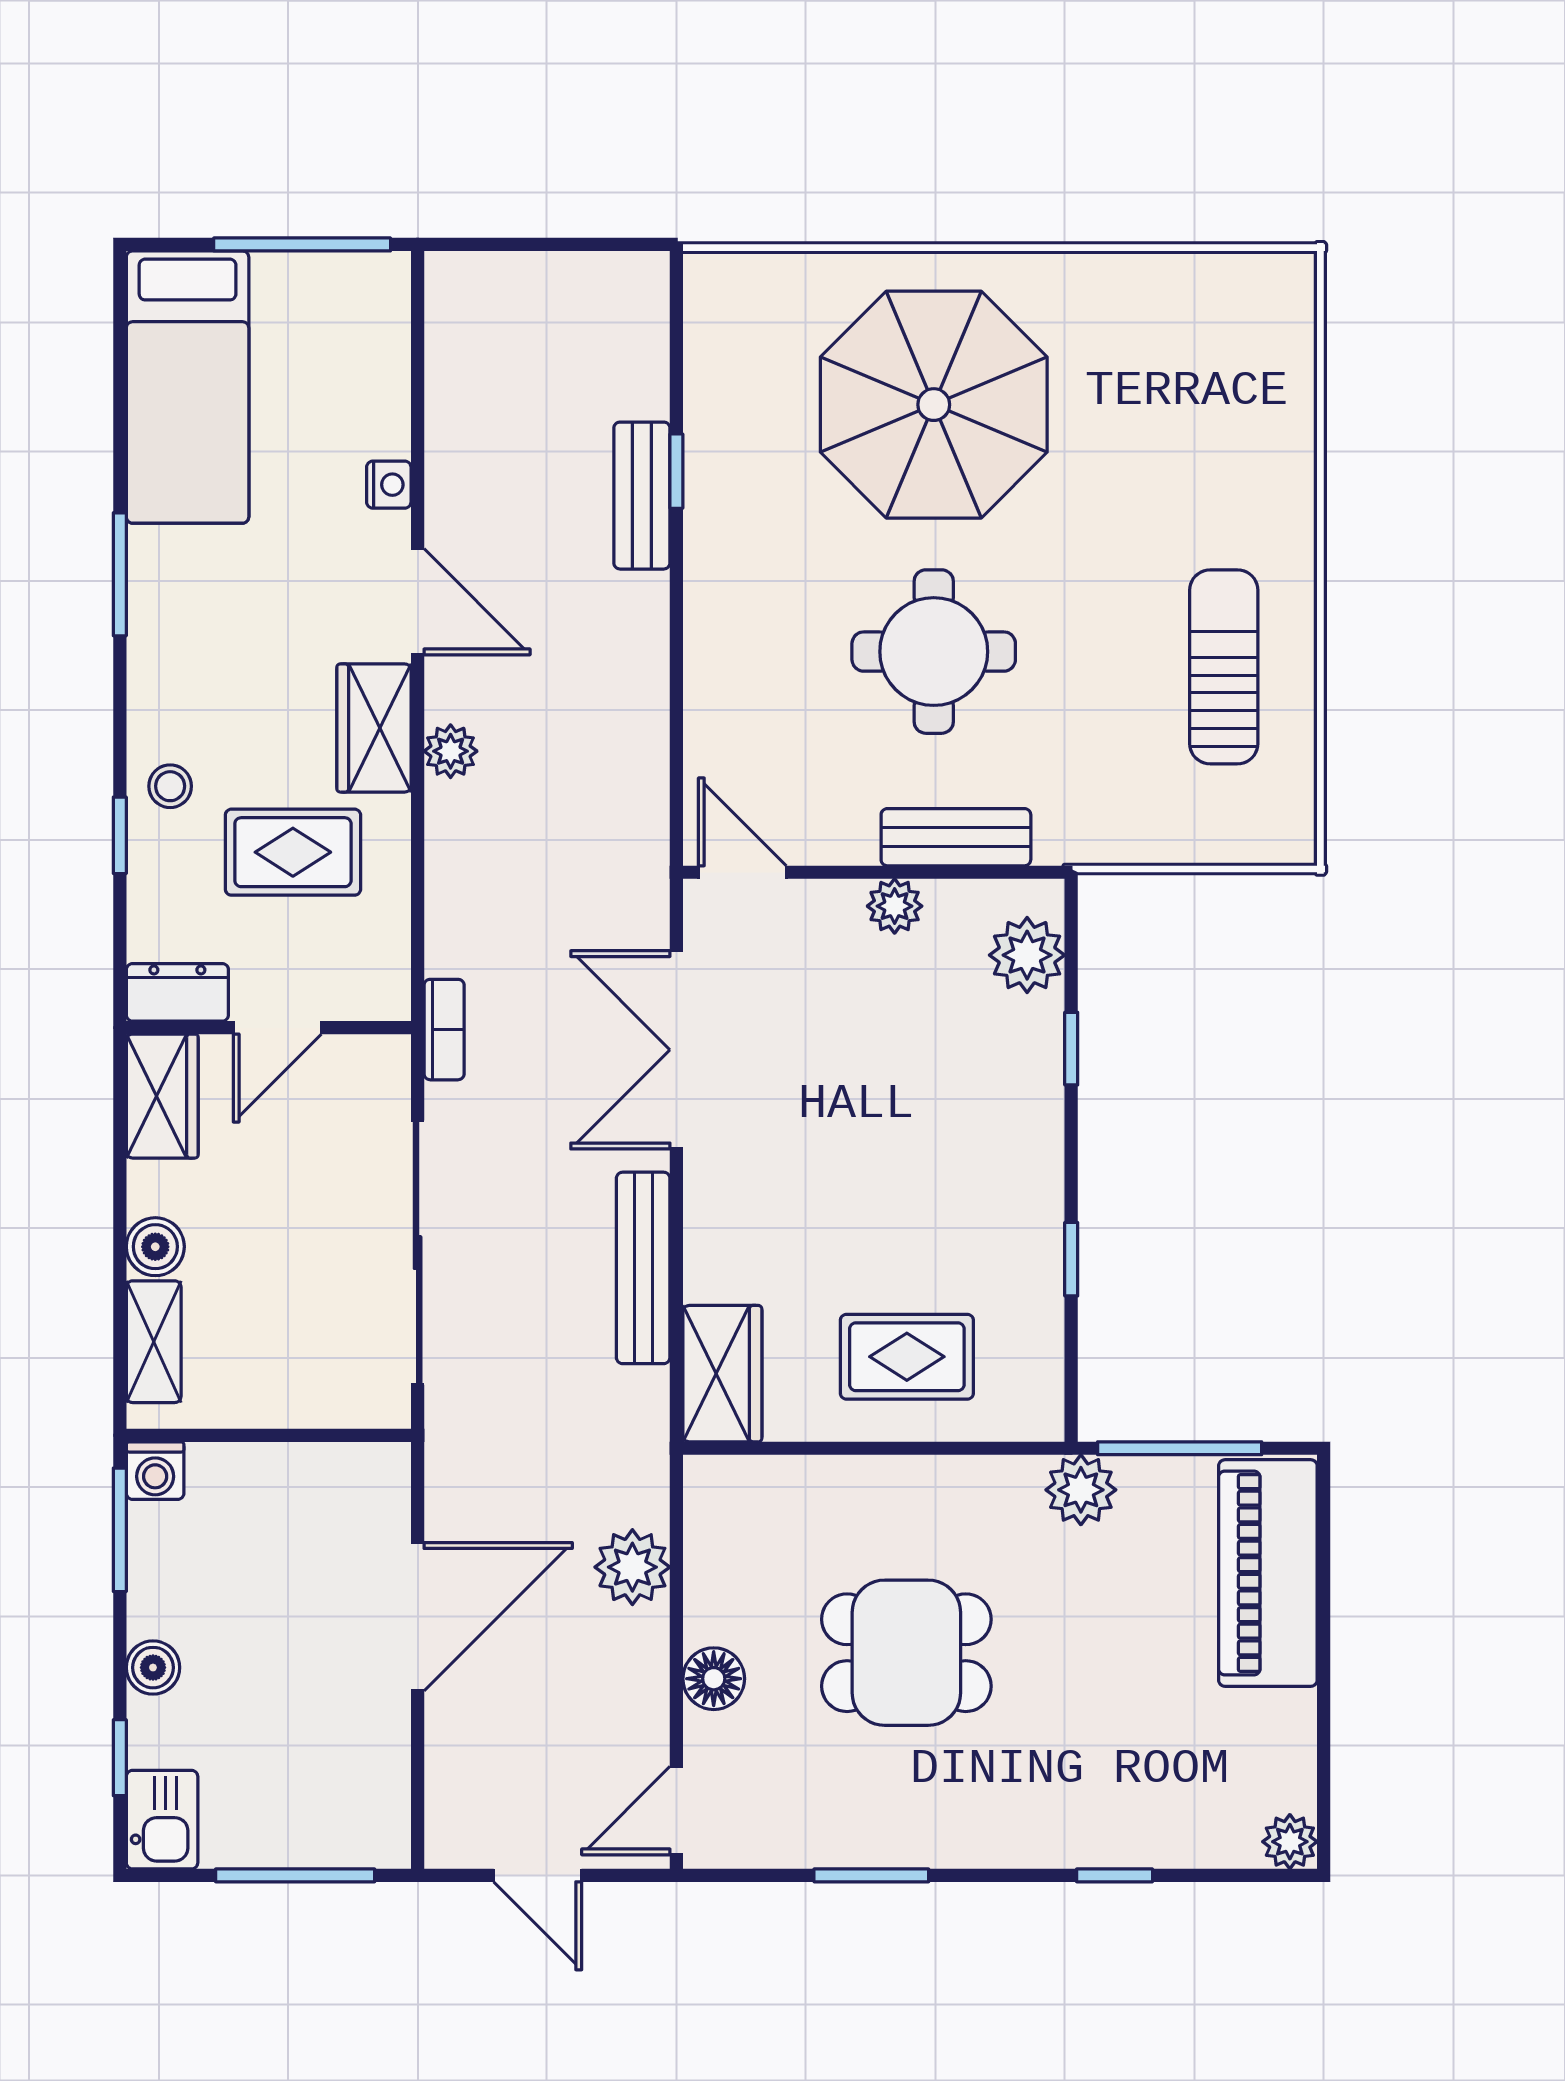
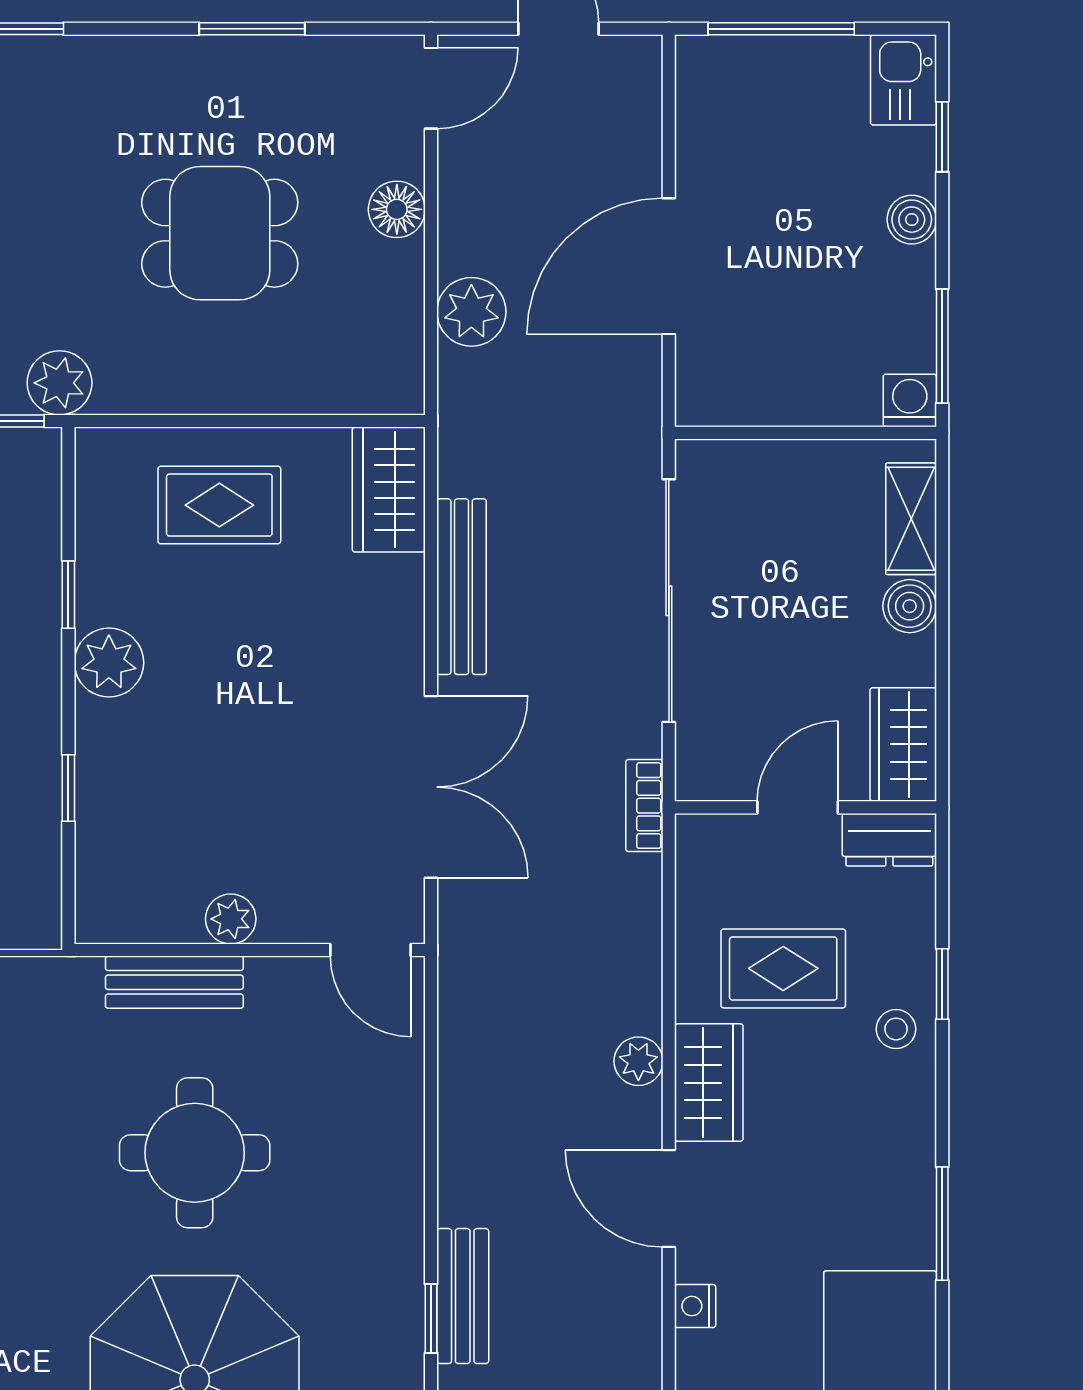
plant: (1027, 955) -> (109, 663), moved

